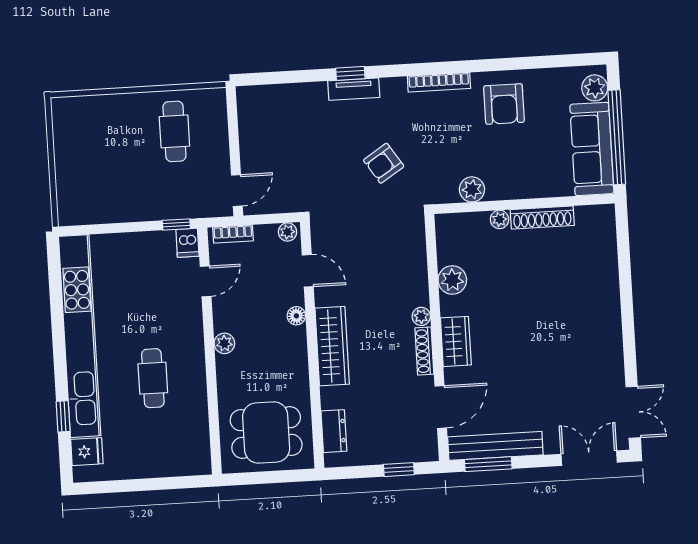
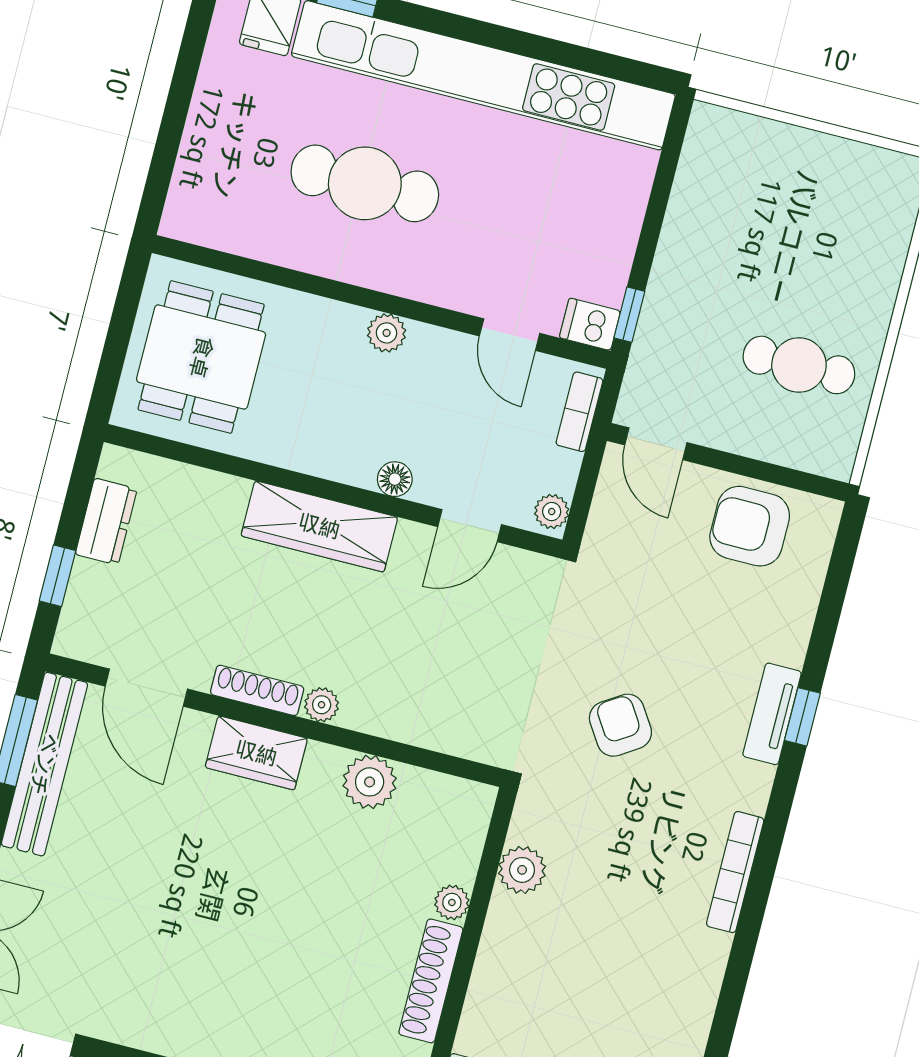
armchair: (504, 104) -> (750, 526), moved
cafe table: (153, 378) -> (365, 183), width x1.37, depth x1.35
dresser: (334, 431) -> (106, 522), moved, turned -90

